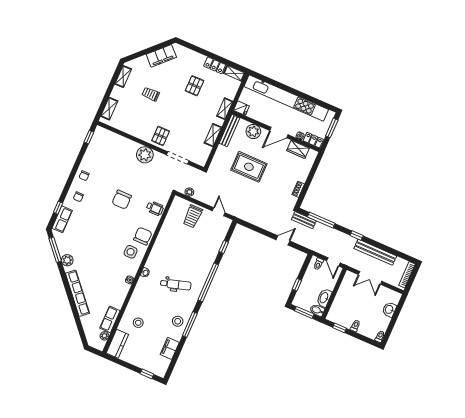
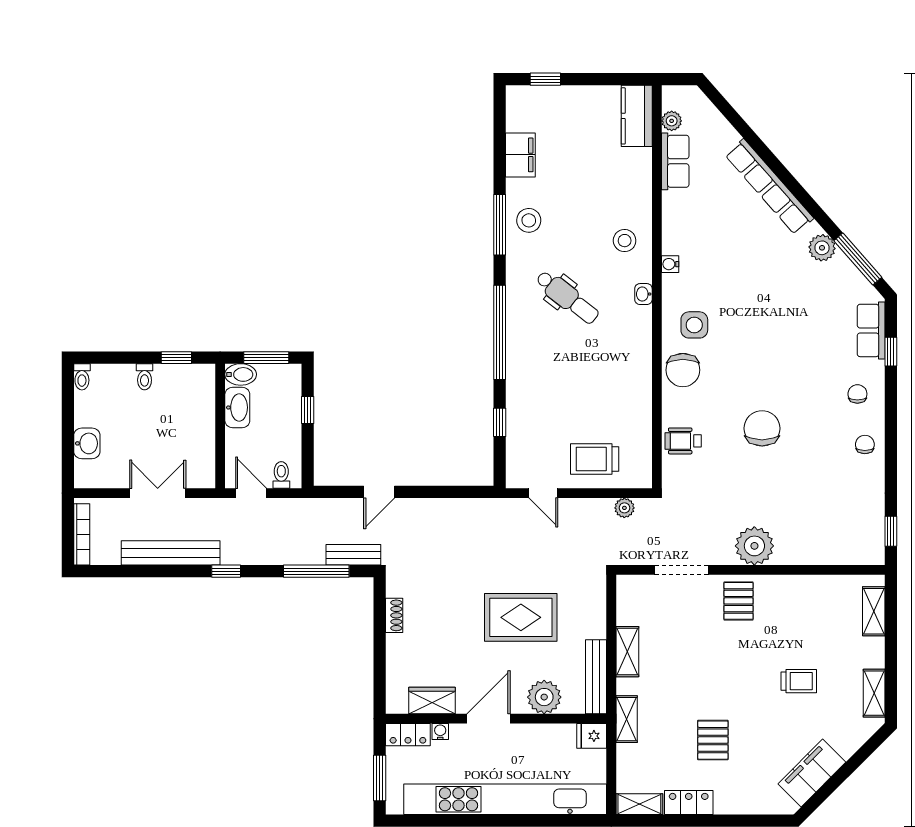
trolley: (193, 216) -> (595, 459), turned -90
dental chair: (176, 284) -> (567, 297), turned -125
stool: (138, 323) -> (625, 241), moved

